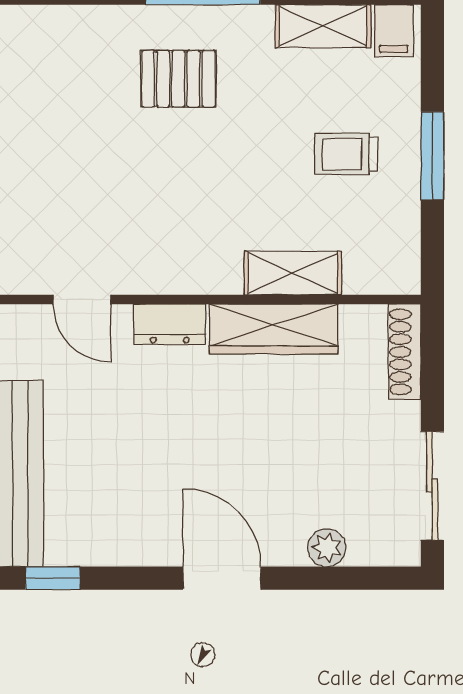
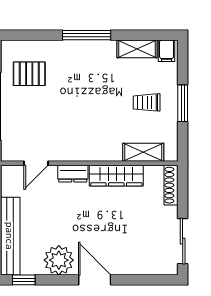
pallet: (178, 79) -> (29, 74), moved
shelving: (293, 273) -> (143, 152), moved
door: (82, 299) -> (36, 163), hinge flipped
plant: (327, 548) -> (59, 260), moved, width x1.88, depth x1.88

